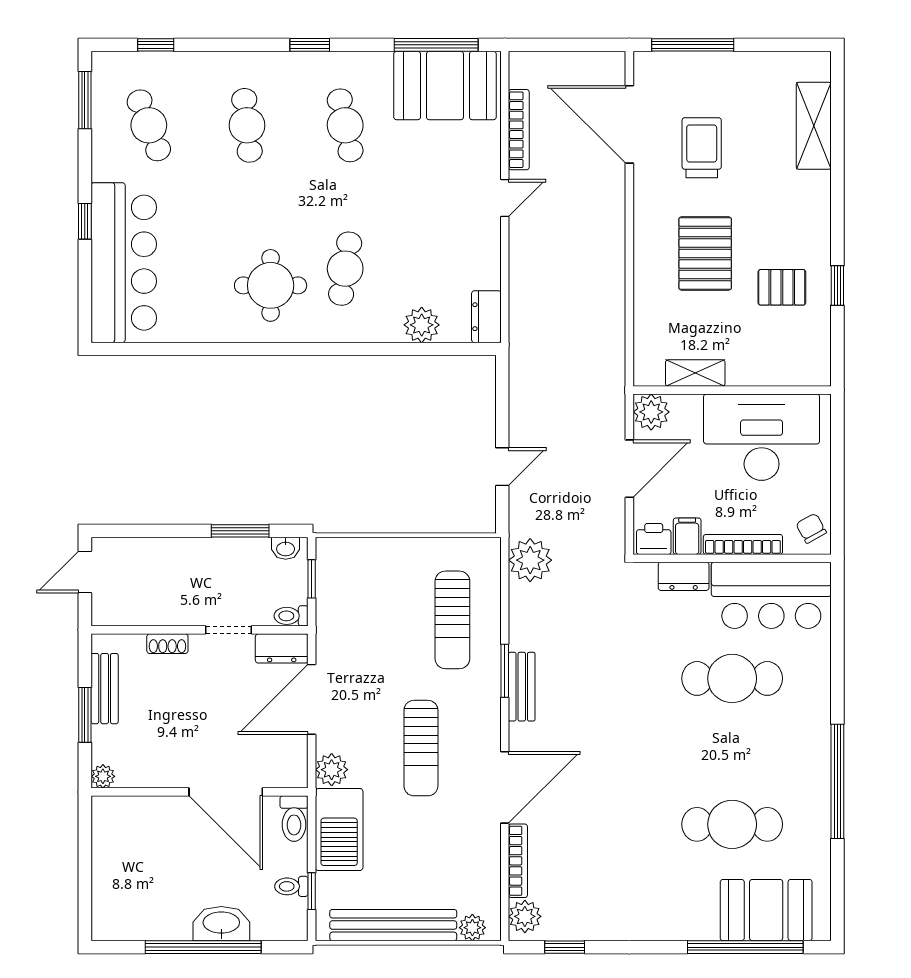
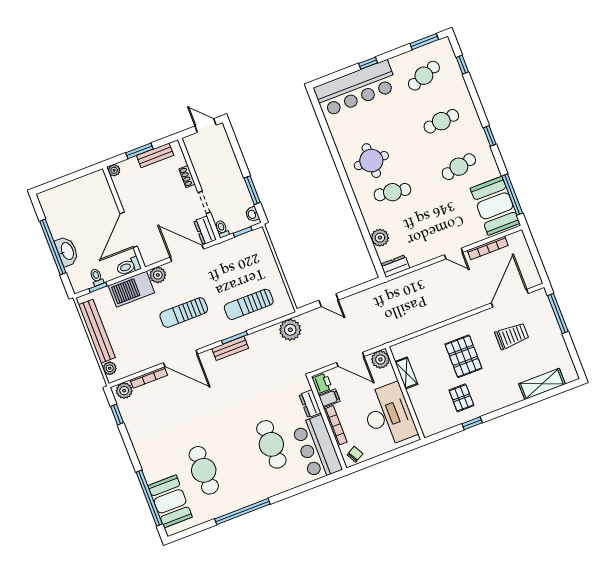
pallet: (705, 253) -> (463, 356), turned 90

